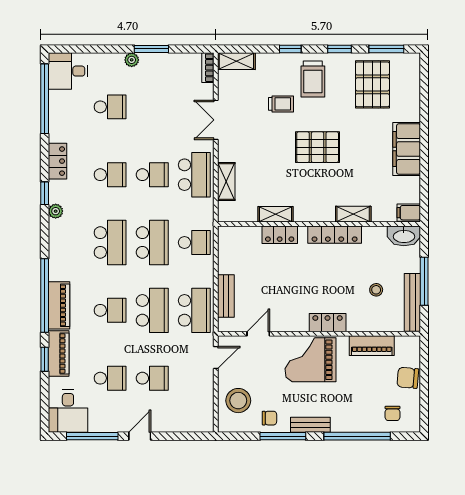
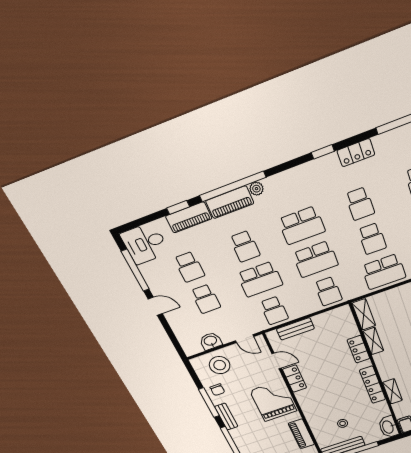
shelving: (226, 181) -> (364, 314), moved, turned 90
plant: (56, 211) -> (256, 189), moved
school desk: (194, 310) -> (274, 310), width x0.54
locker: (328, 323) -> (295, 379), moved
washbasin: (204, 396) -> (211, 341), added

